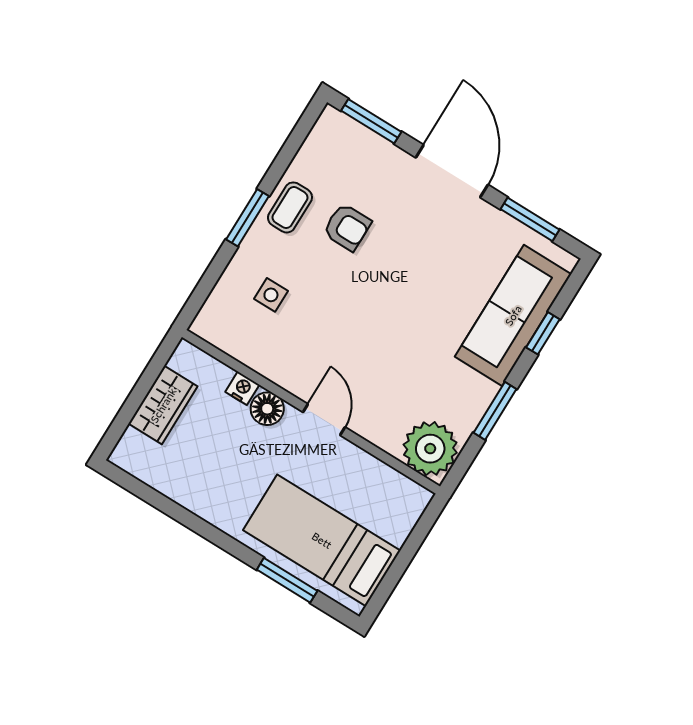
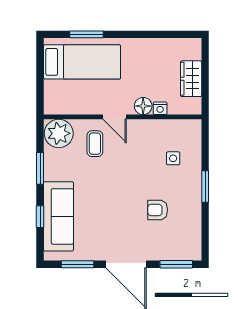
coffee table: (290, 207) -> (95, 144), moved

